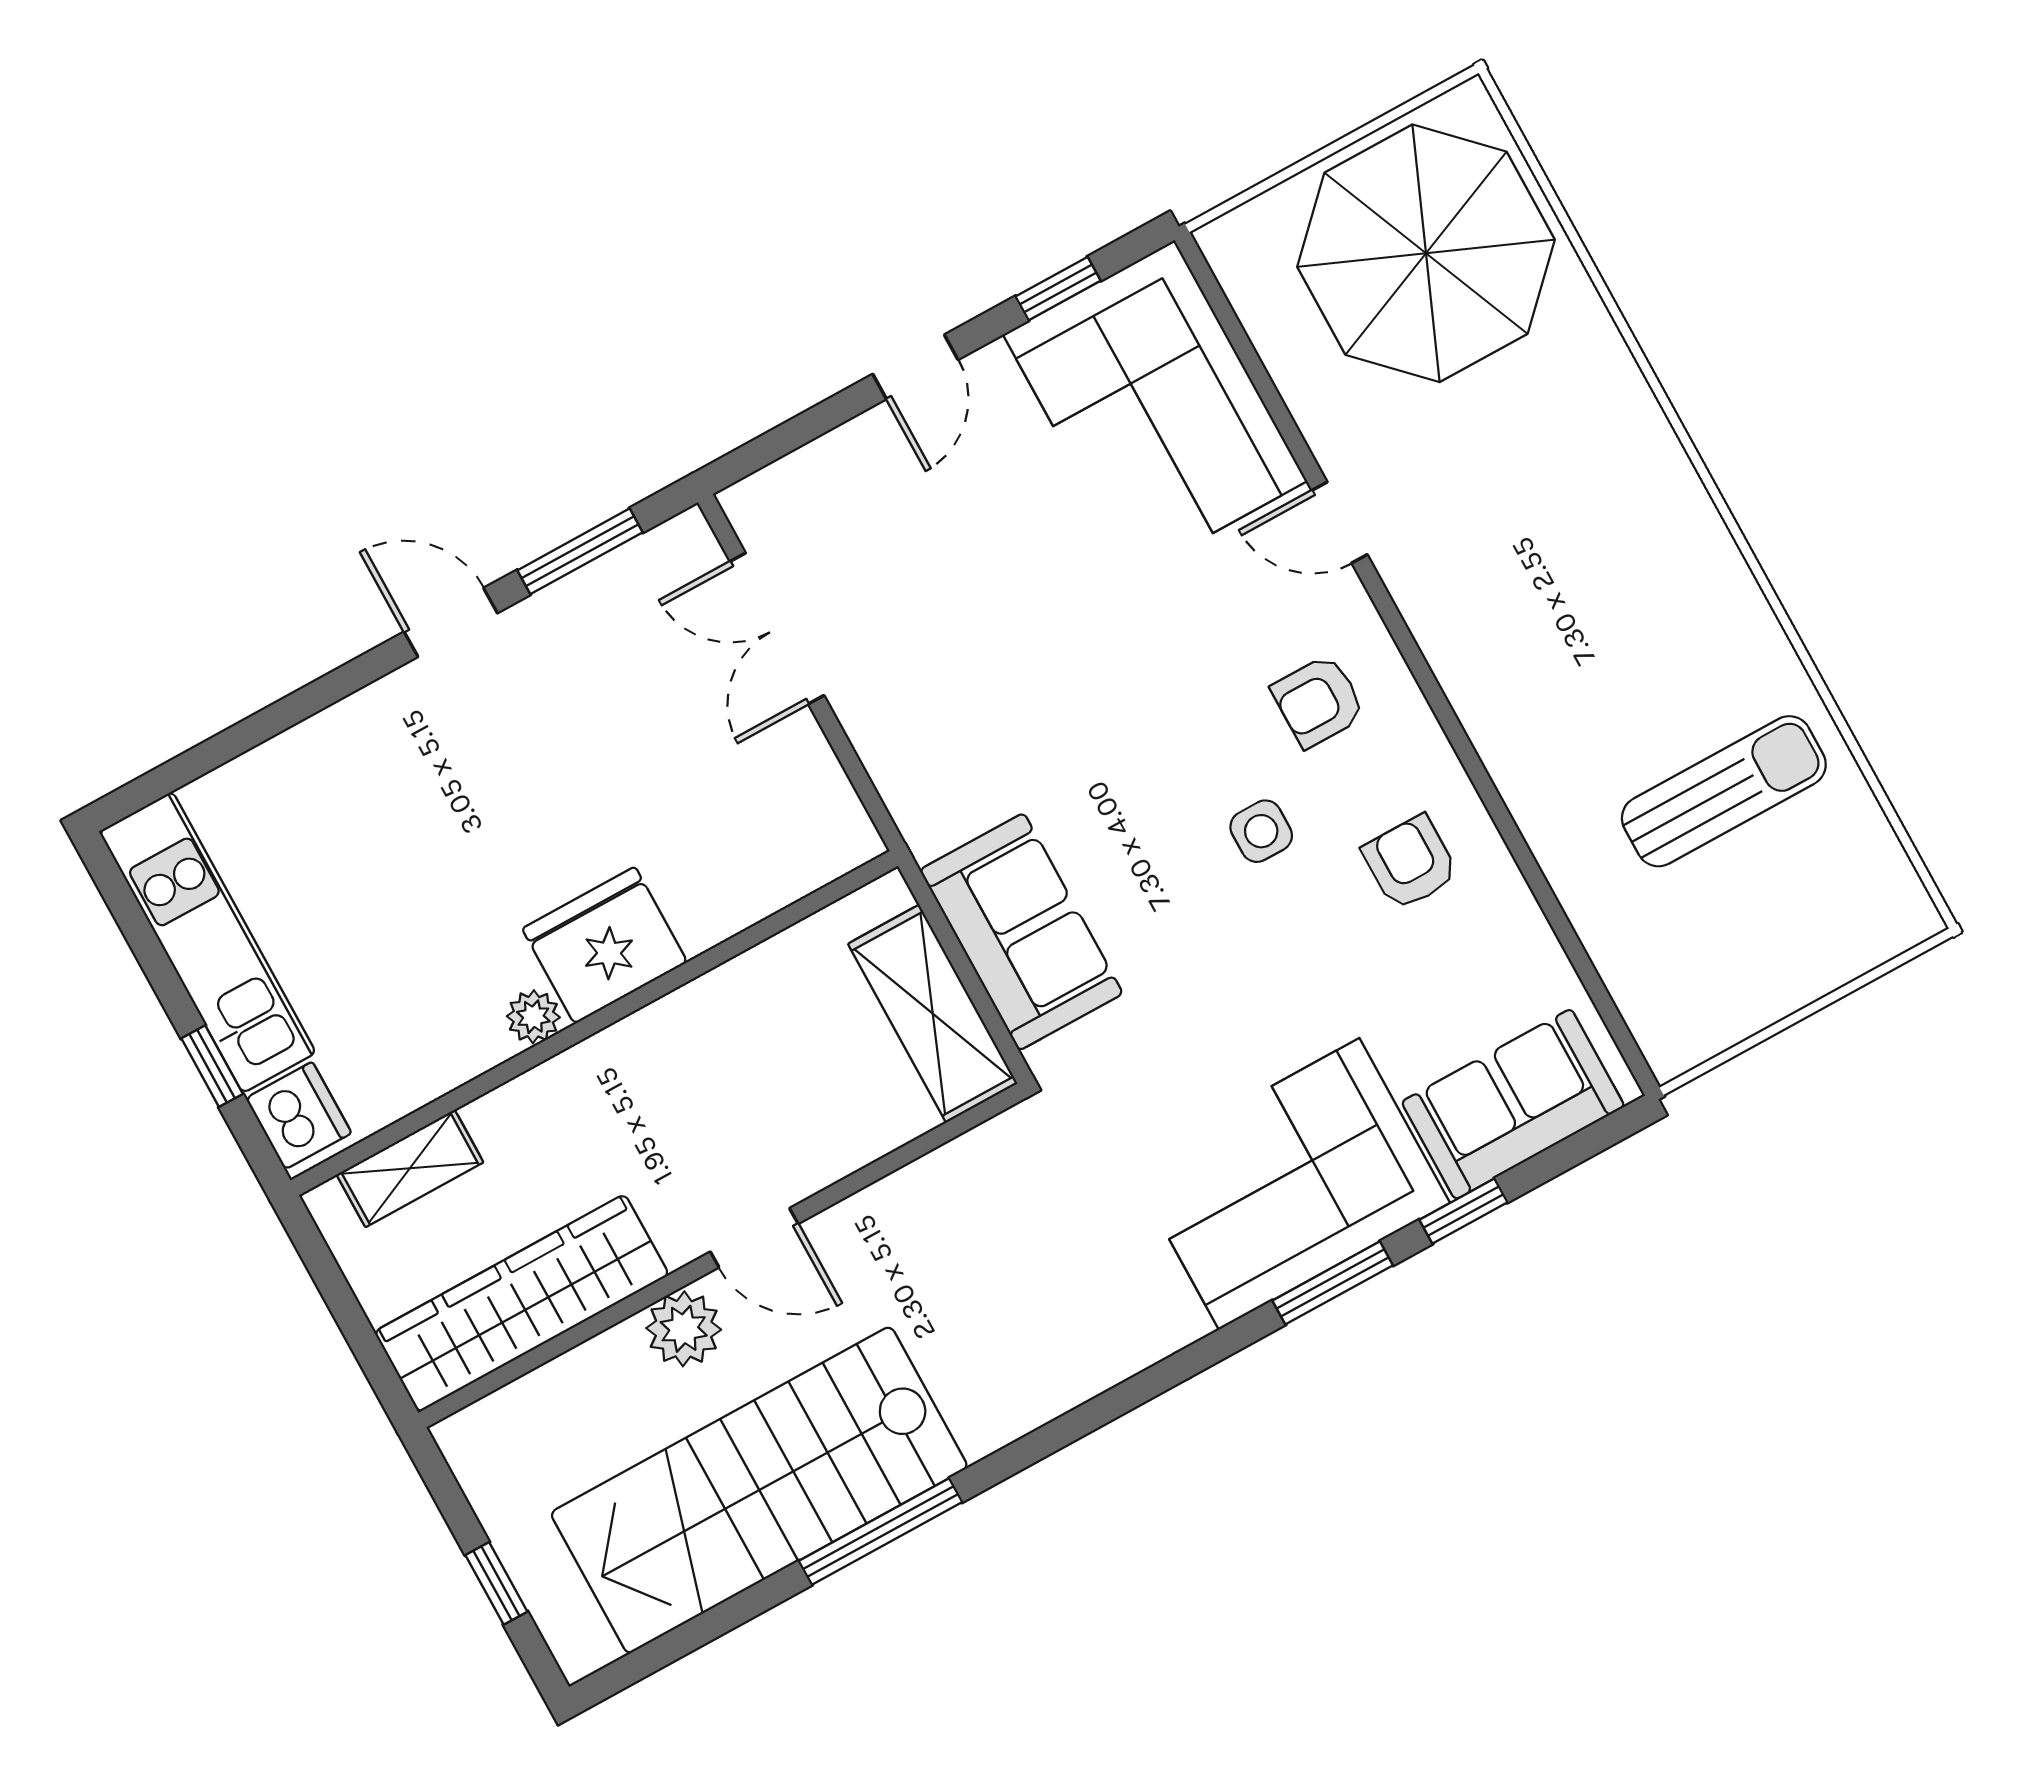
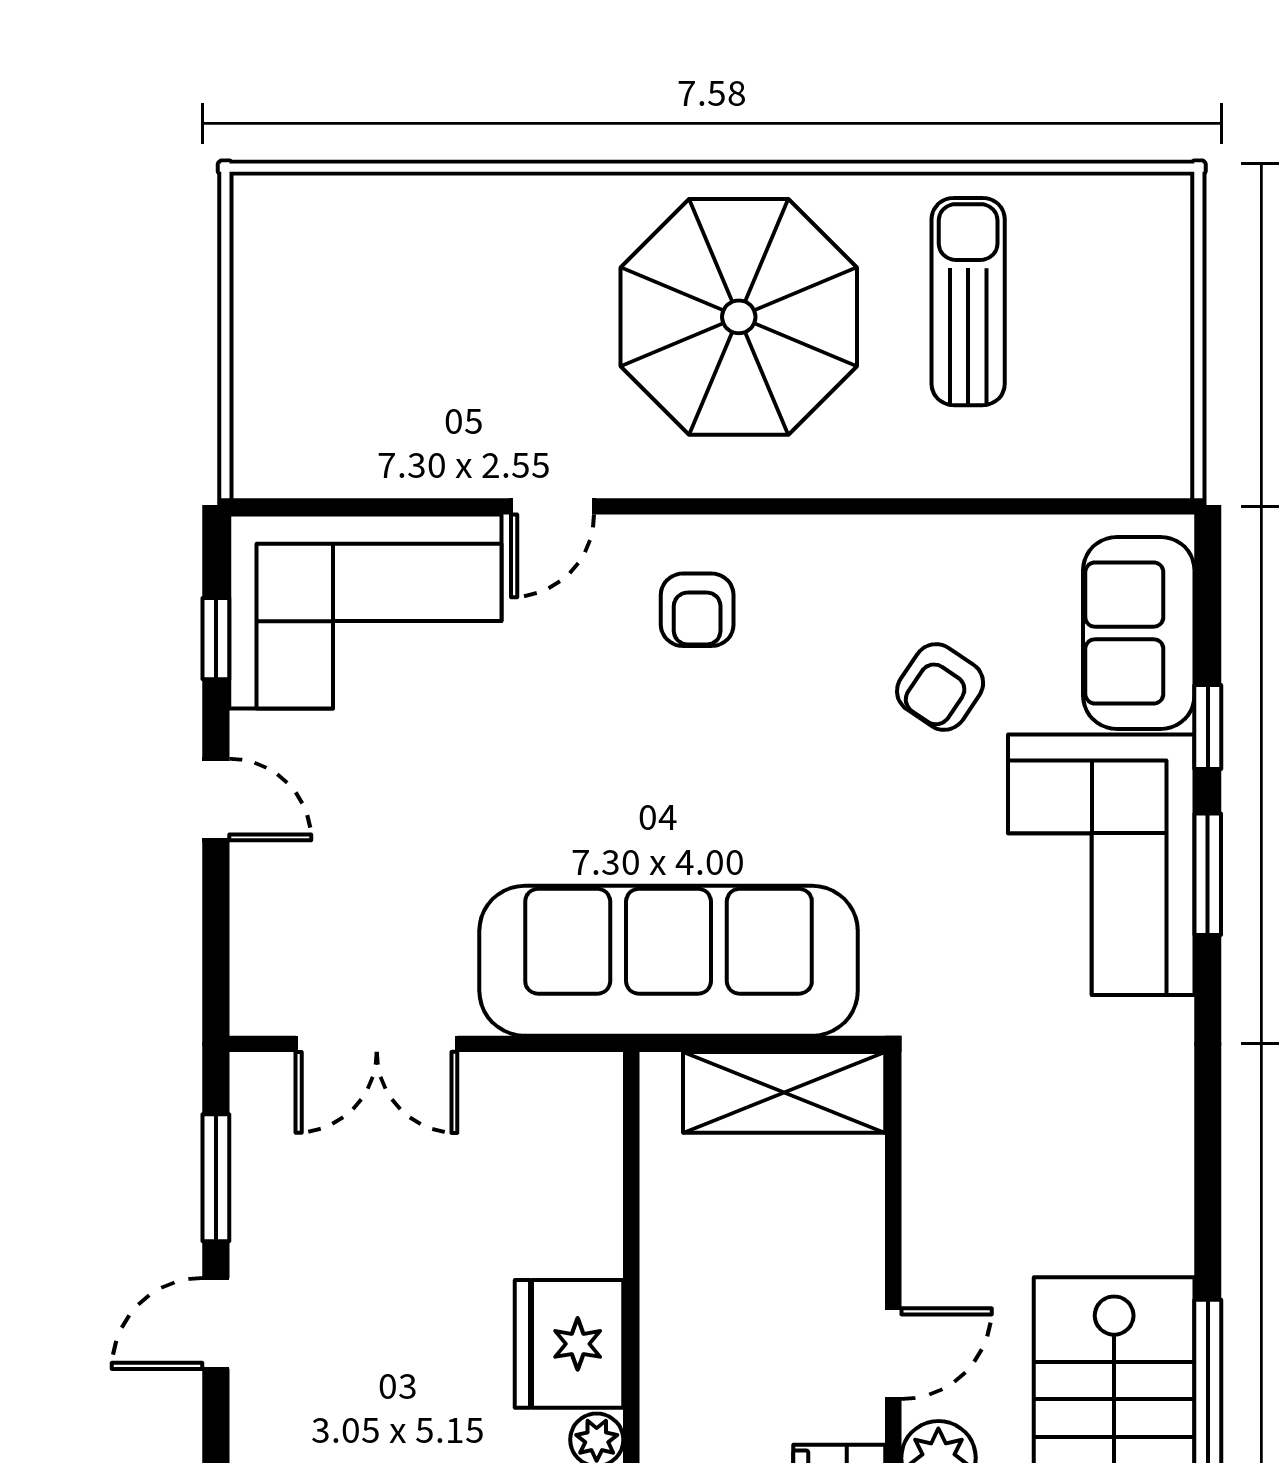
parasol: (1426, 253) -> (739, 317), moved
side table: (1261, 831) -> (782, 721), removed
armchair: (1410, 863) -> (940, 687), moved, turned -56
sofa: (1021, 932) -> (669, 961), width x1.85, depth x1.27

